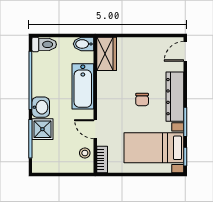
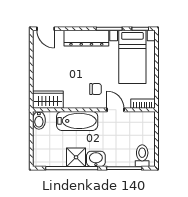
toilet: (44, 44) -> (142, 156), moved
chair: (142, 100) -> (95, 89), moved
shower: (42, 129) -> (76, 157), moved
door: (95, 129) -> (116, 110), swing flipped
stool: (85, 153) -> (137, 119), removed

